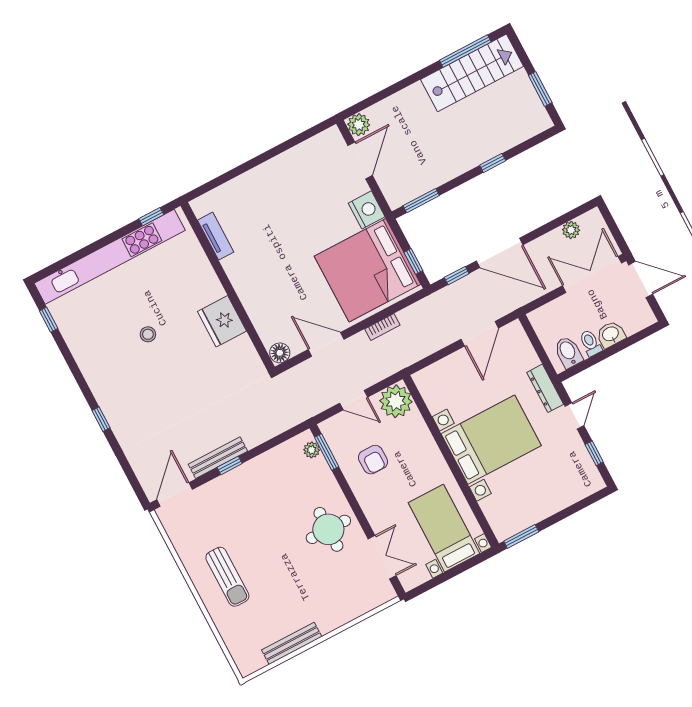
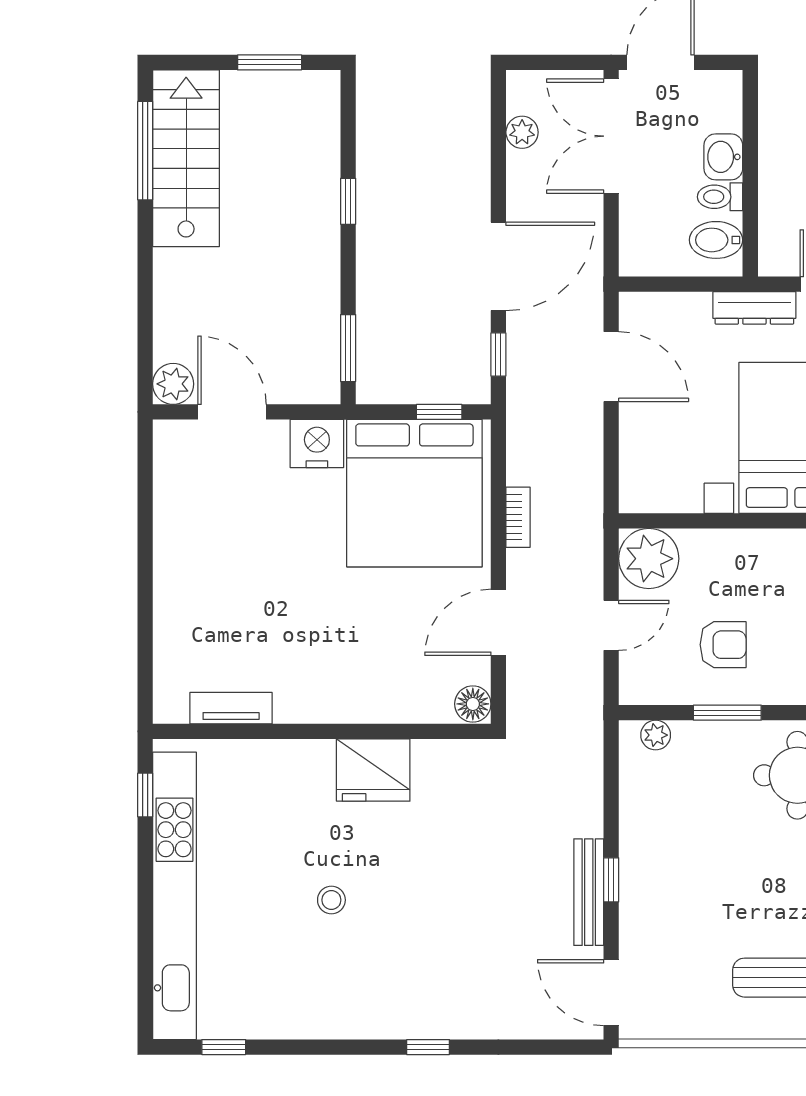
window: (327, 452) -> (727, 713), moved

